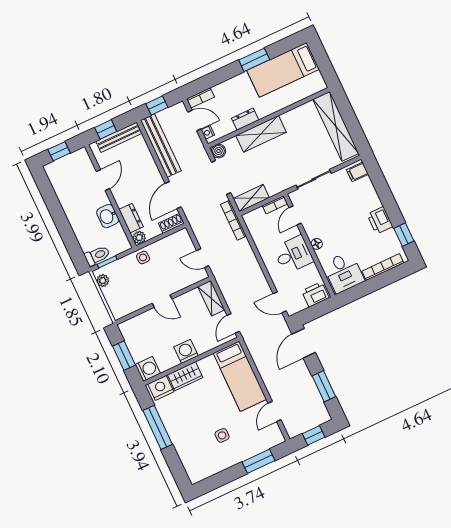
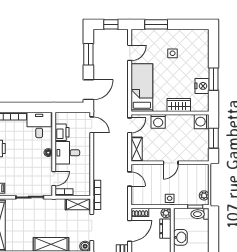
printer: (315, 294) -> (62, 132), moved, turned -90
door: (162, 301) -> (171, 163), swing flipped
washing machine: (186, 351) -> (158, 121), moved
nightstand: (161, 388) -> (202, 86), moved, turned -90
window: (158, 427) -> (214, 79), width x0.69

